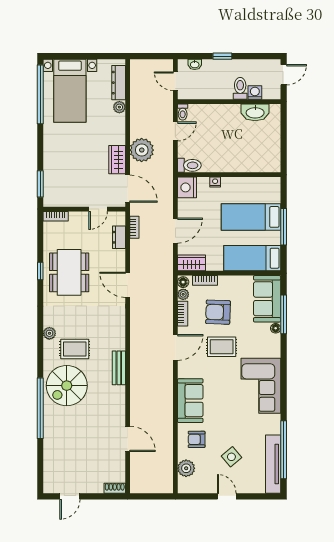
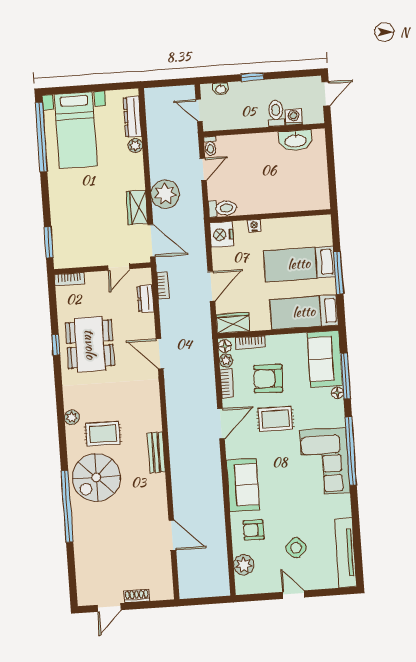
window: (284, 450) -> (351, 451), moved
shoe rack: (115, 488) -> (137, 596), moved

